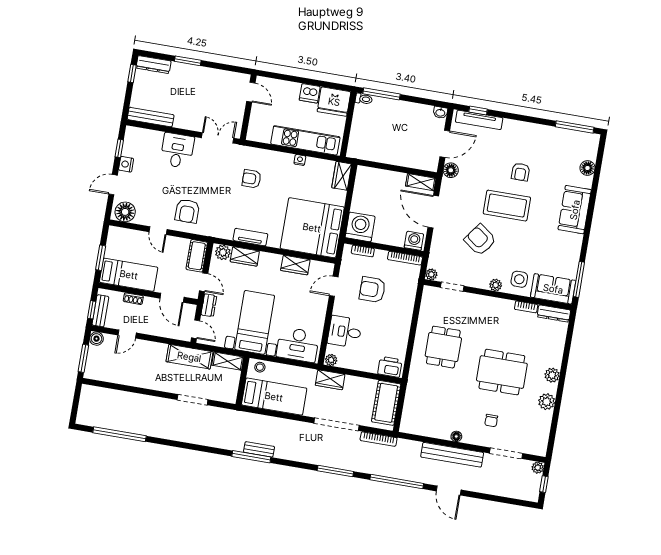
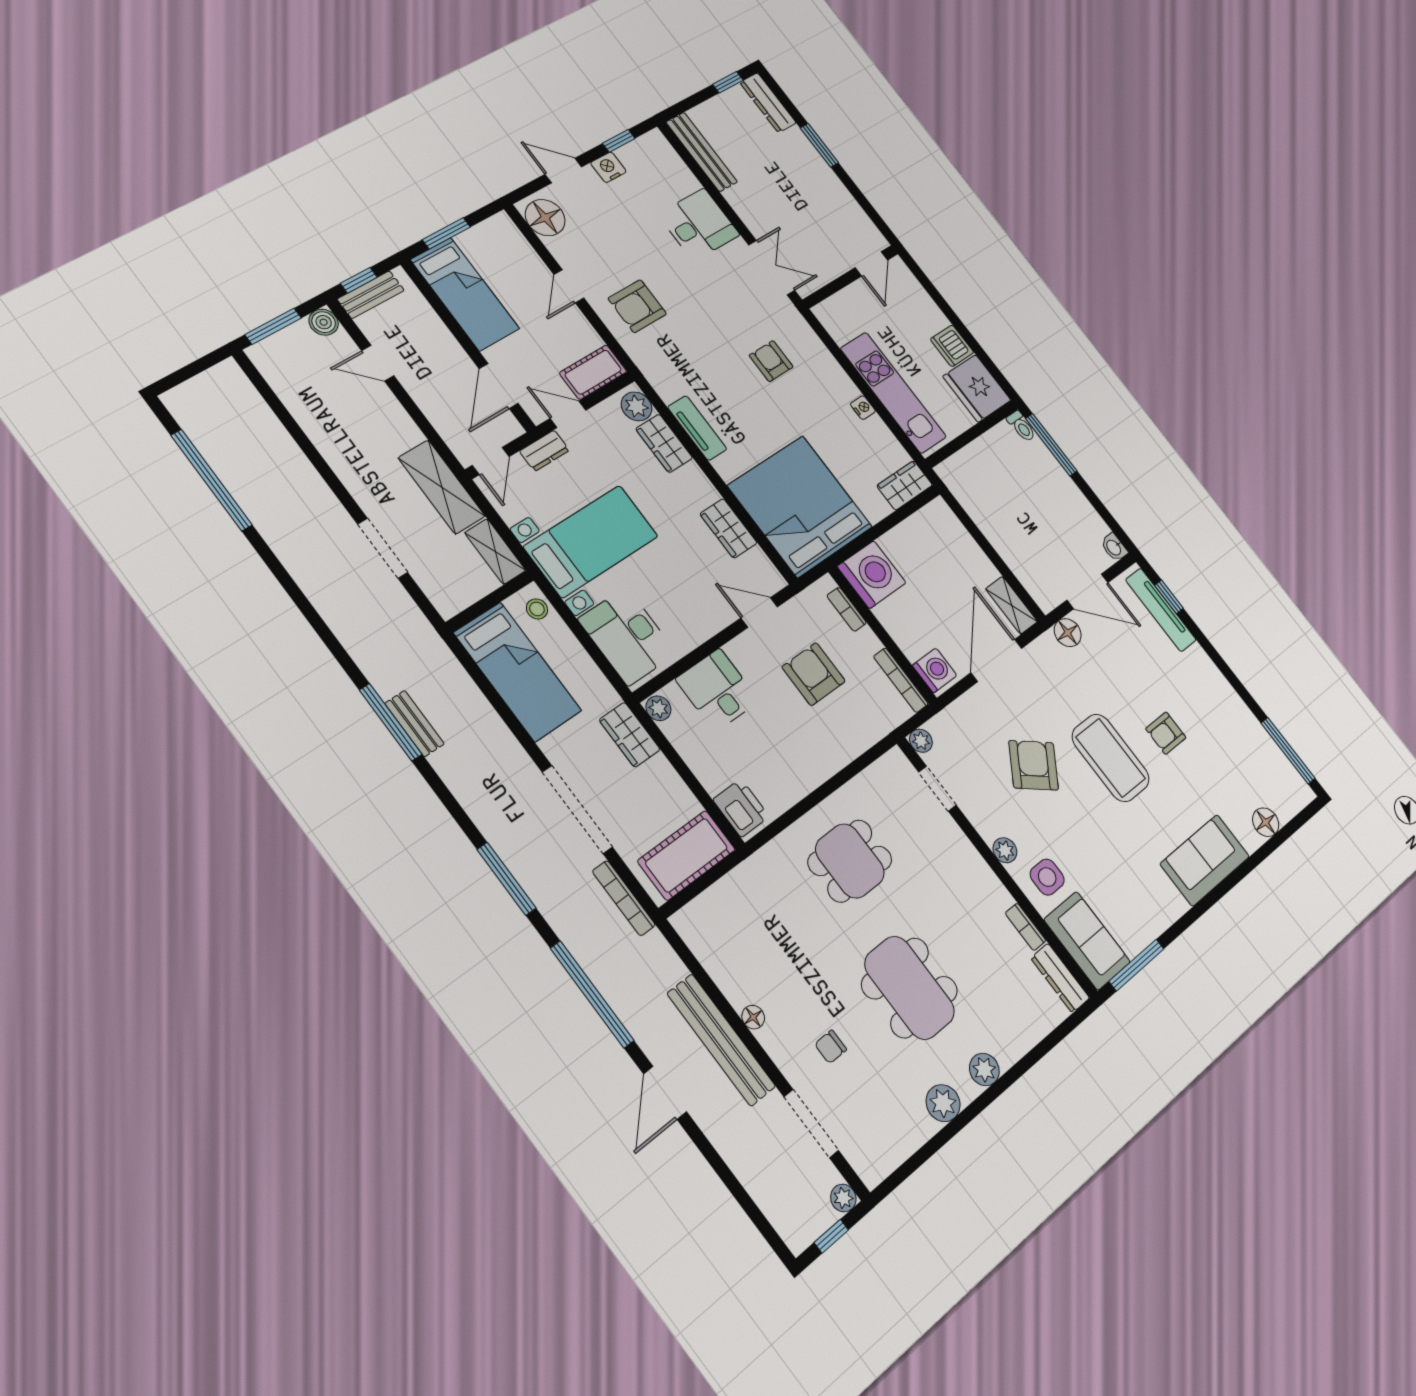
door: (204, 282) -> (568, 414), swing flipped
shoe rack: (133, 299) -> (438, 329), removed

